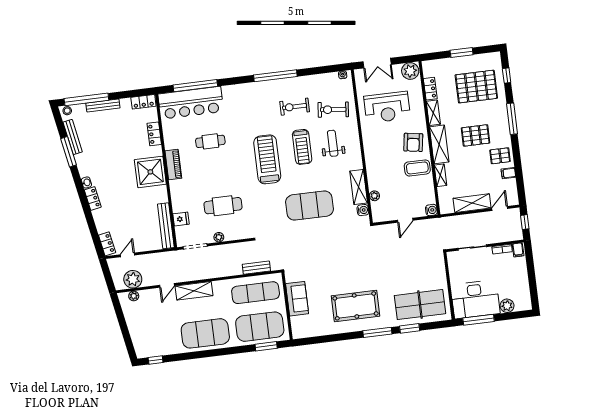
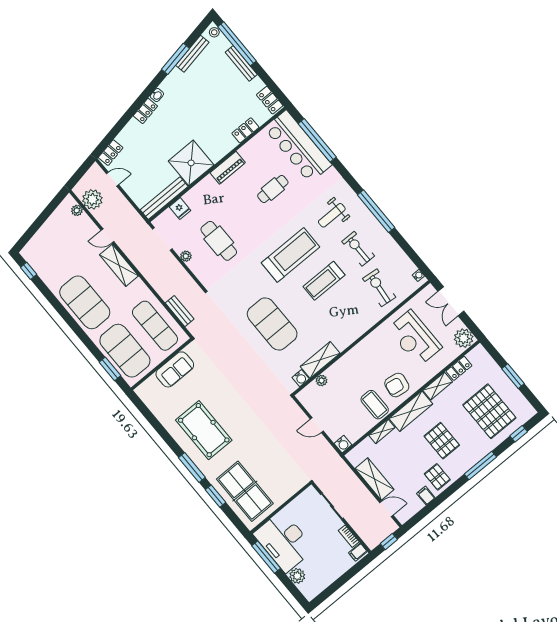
cafe table: (210, 141) -> (273, 189), turned 90
weight bench: (333, 143) -> (332, 215), moved, turned 180
shower: (150, 172) -> (191, 163), moved

